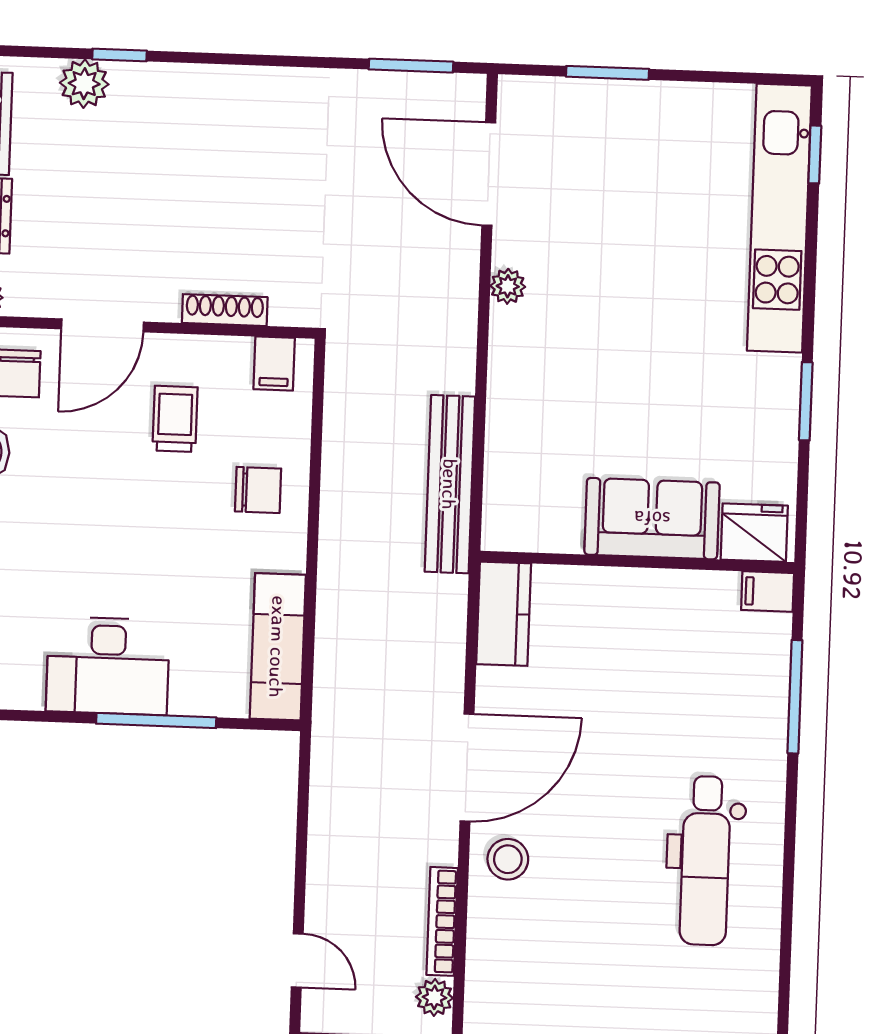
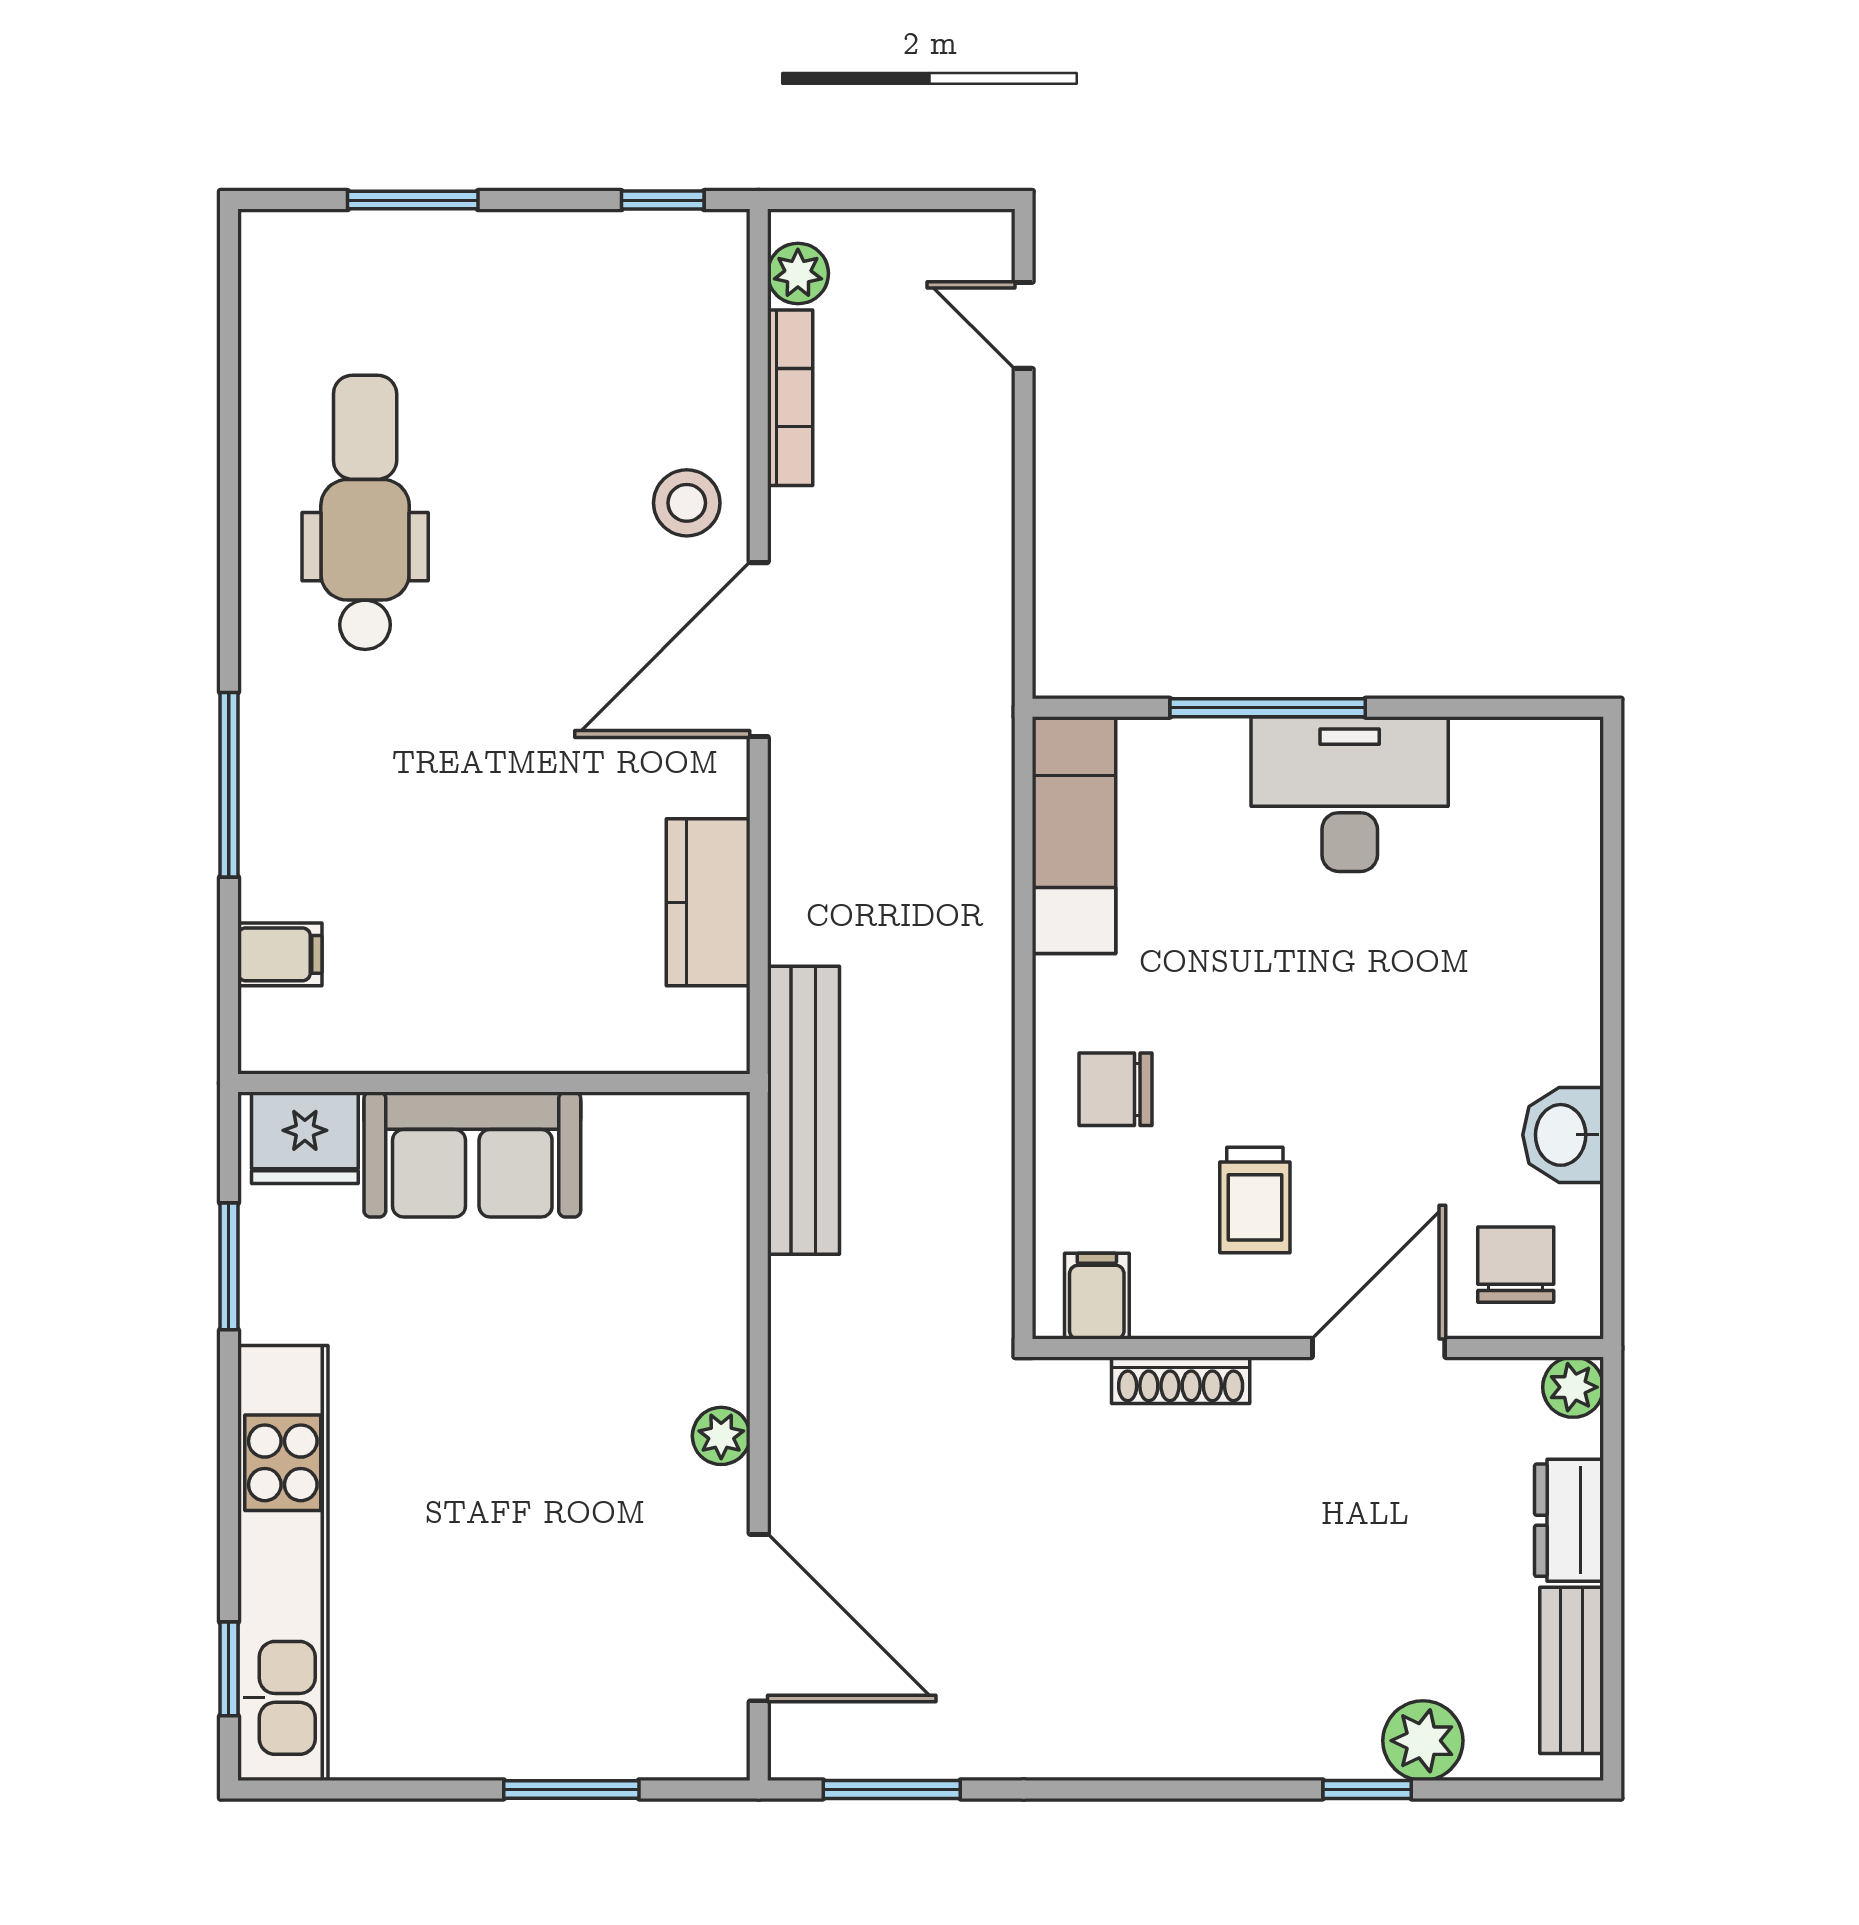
sofa: (652, 519) -> (472, 1154), moved
fridge: (754, 533) -> (305, 1138), moved
wall: (637, 562) -> (494, 1083), moved

